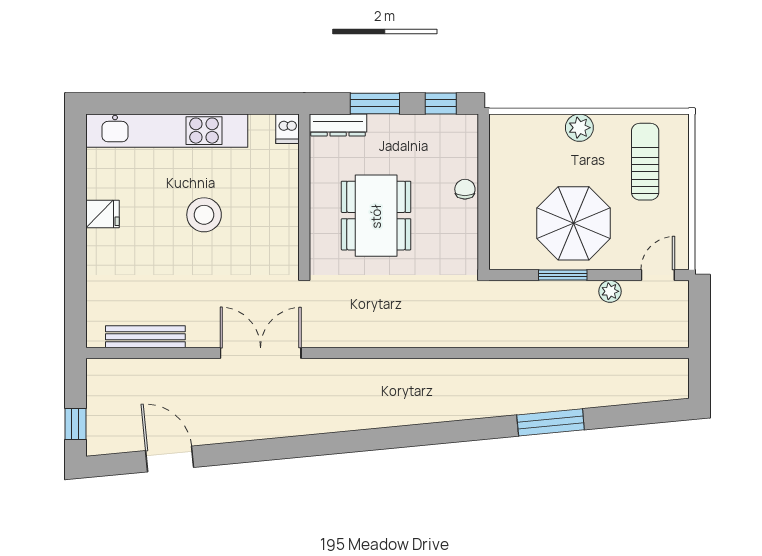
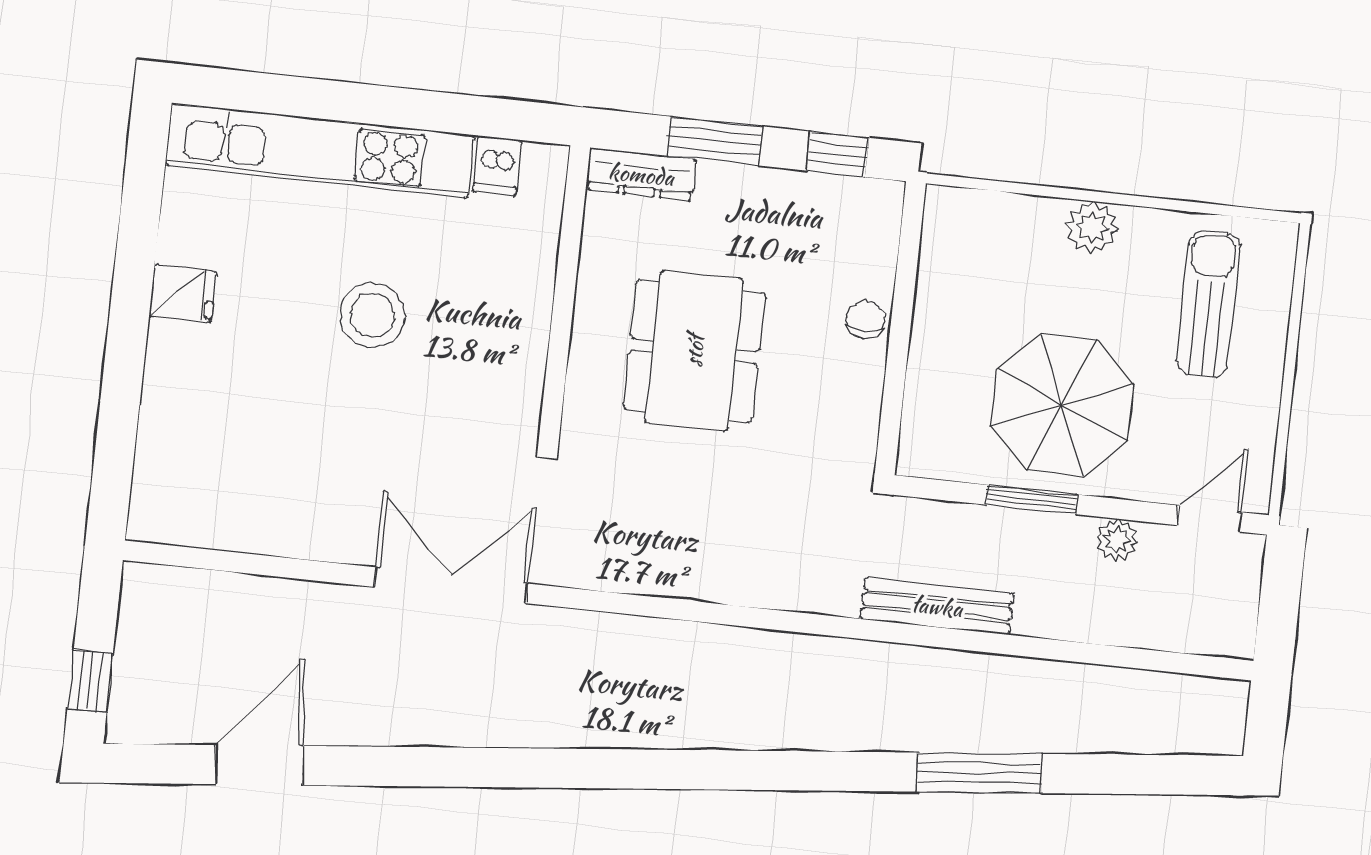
dishwasher: (287, 129) -> (497, 166), moved
bench: (145, 337) -> (937, 606), moved
door: (170, 459) -> (259, 765), hinge flipped

